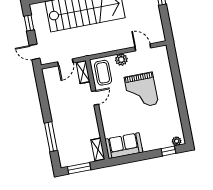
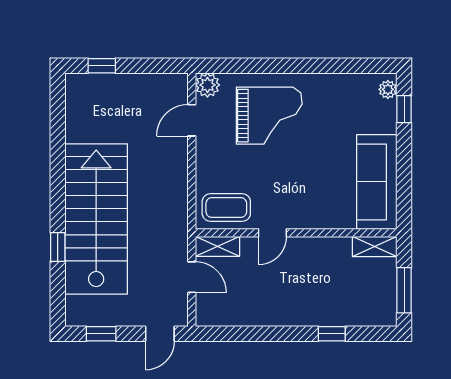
plant: (121, 60) -> (207, 85), moved
grand piano: (141, 91) -> (269, 116), moved
door: (95, 98) -> (272, 233), swing flipped
window: (51, 137) -> (332, 334), width x0.46
sofa: (124, 146) -> (377, 182), width x1.36

